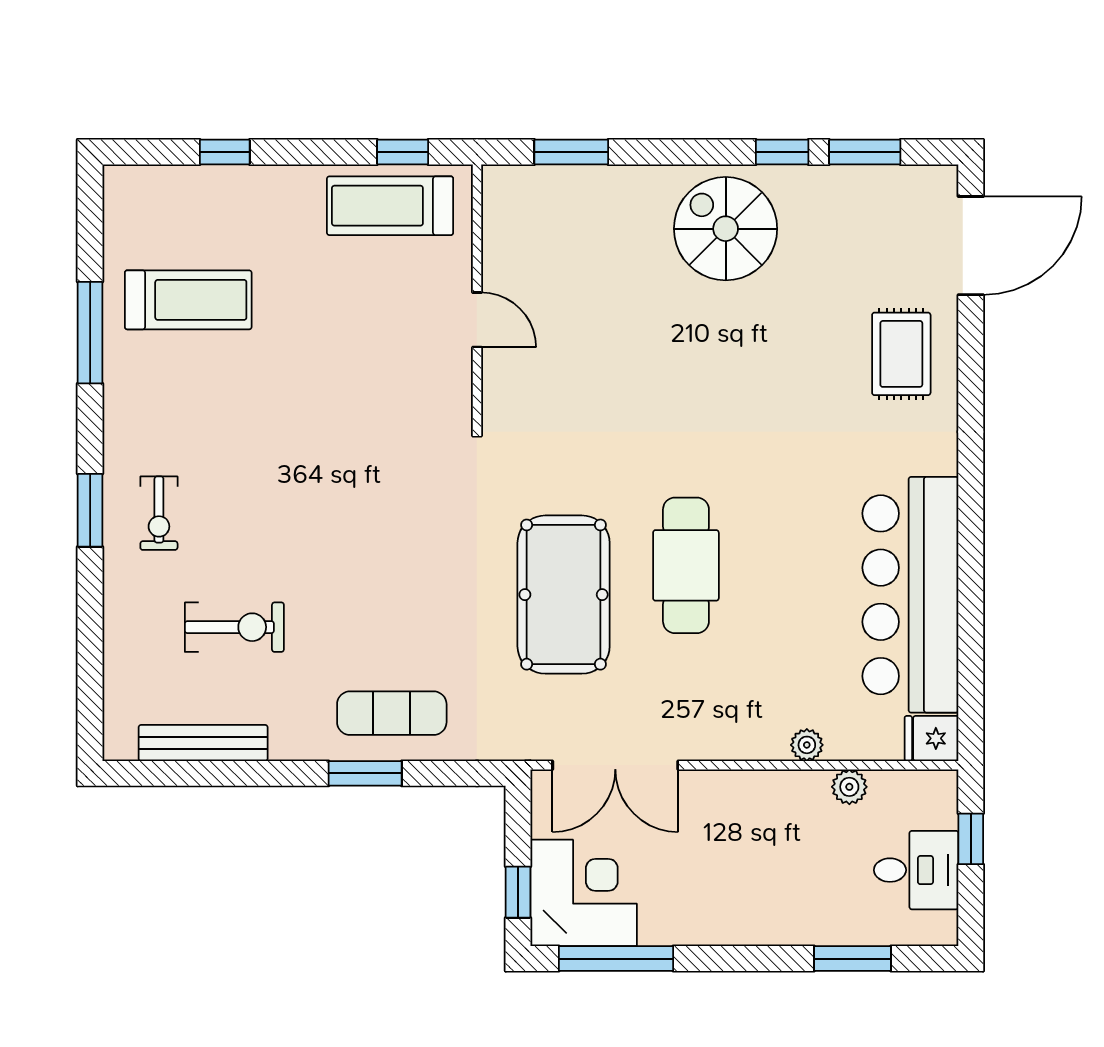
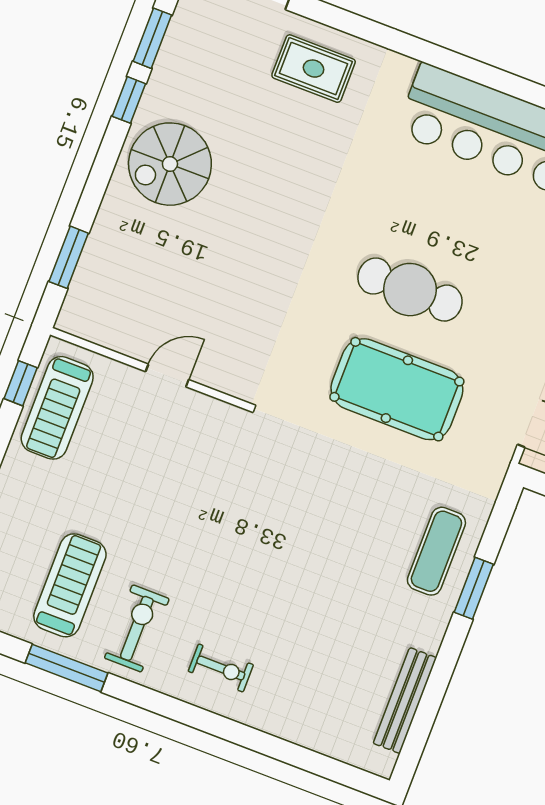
window: (90, 510) -> (199, 719), removed
exercise bike: (234, 627) -> (137, 628), moved

